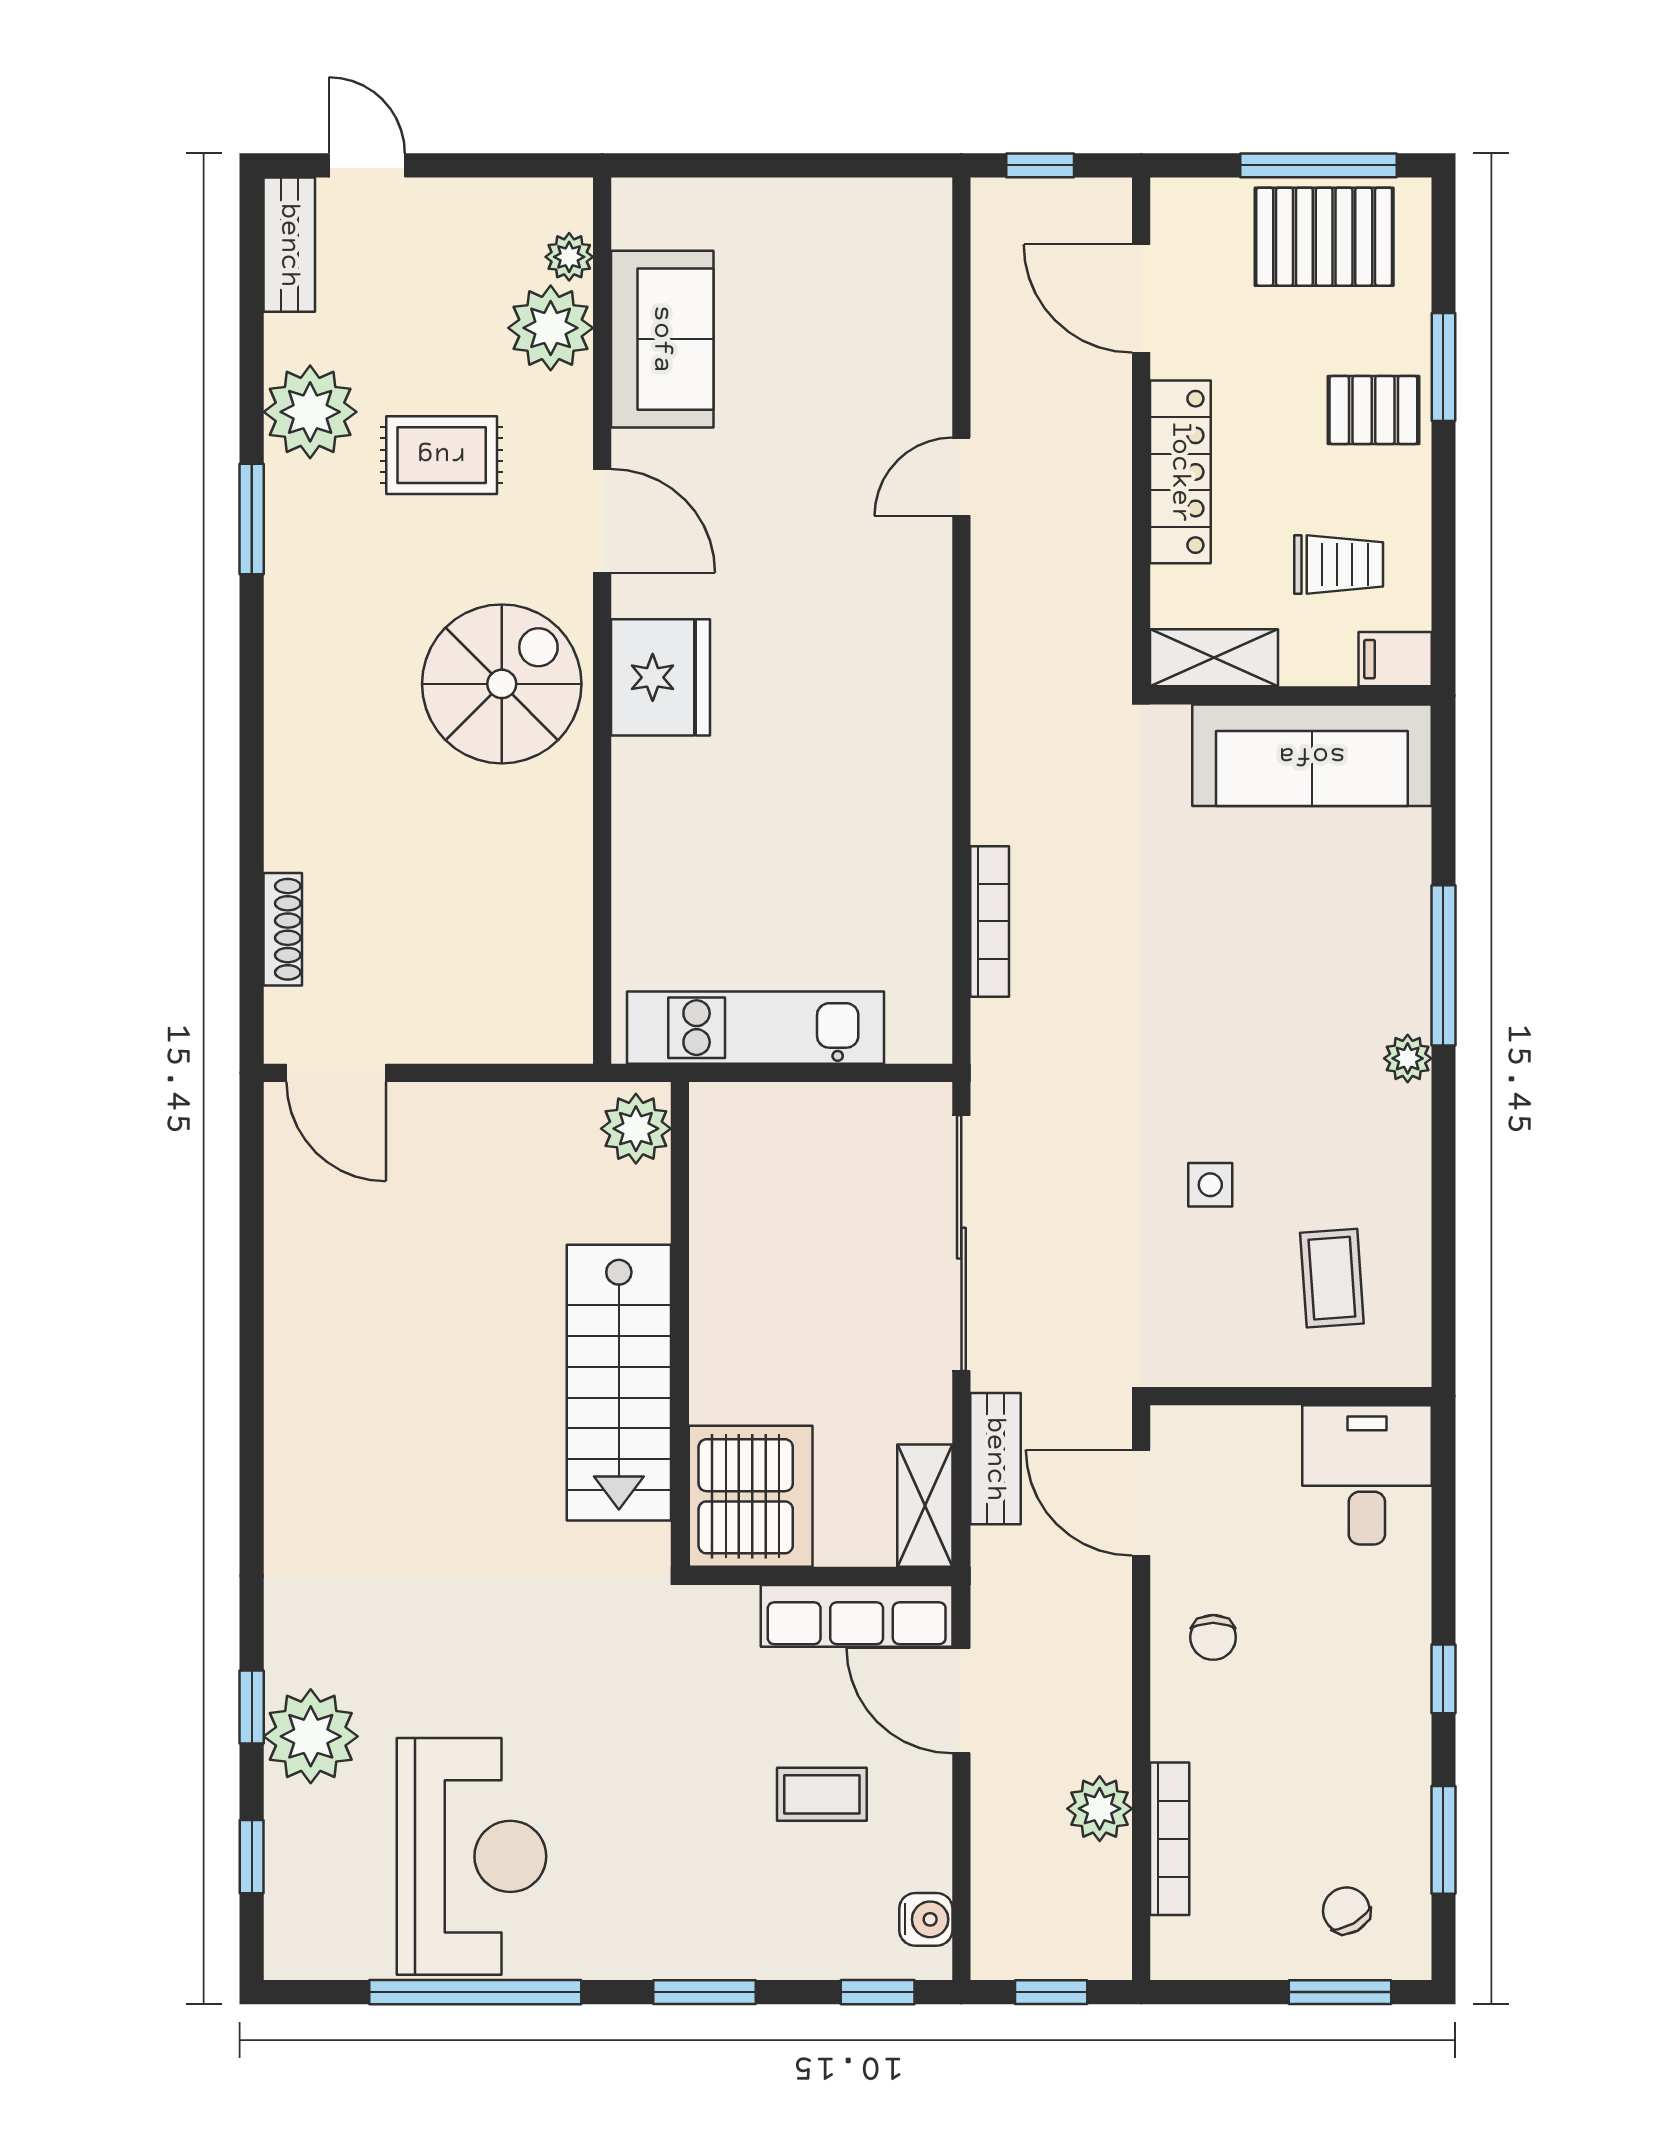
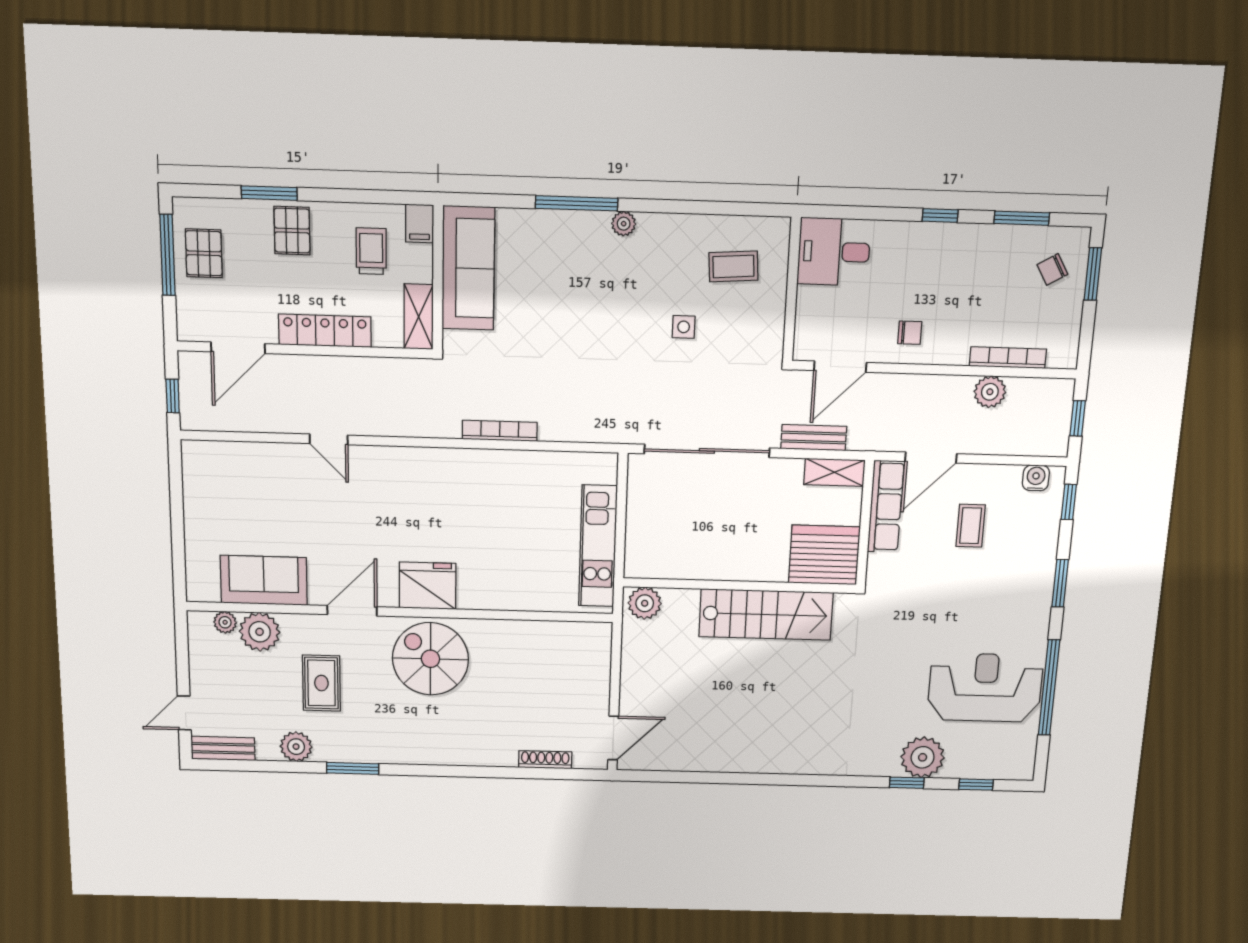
pallet: (1324, 237) -> (204, 253), width x0.67, depth x0.71
plant: (310, 412) -> (296, 747), width x0.73, depth x0.73
bookcase: (990, 921) -> (500, 431), moved

